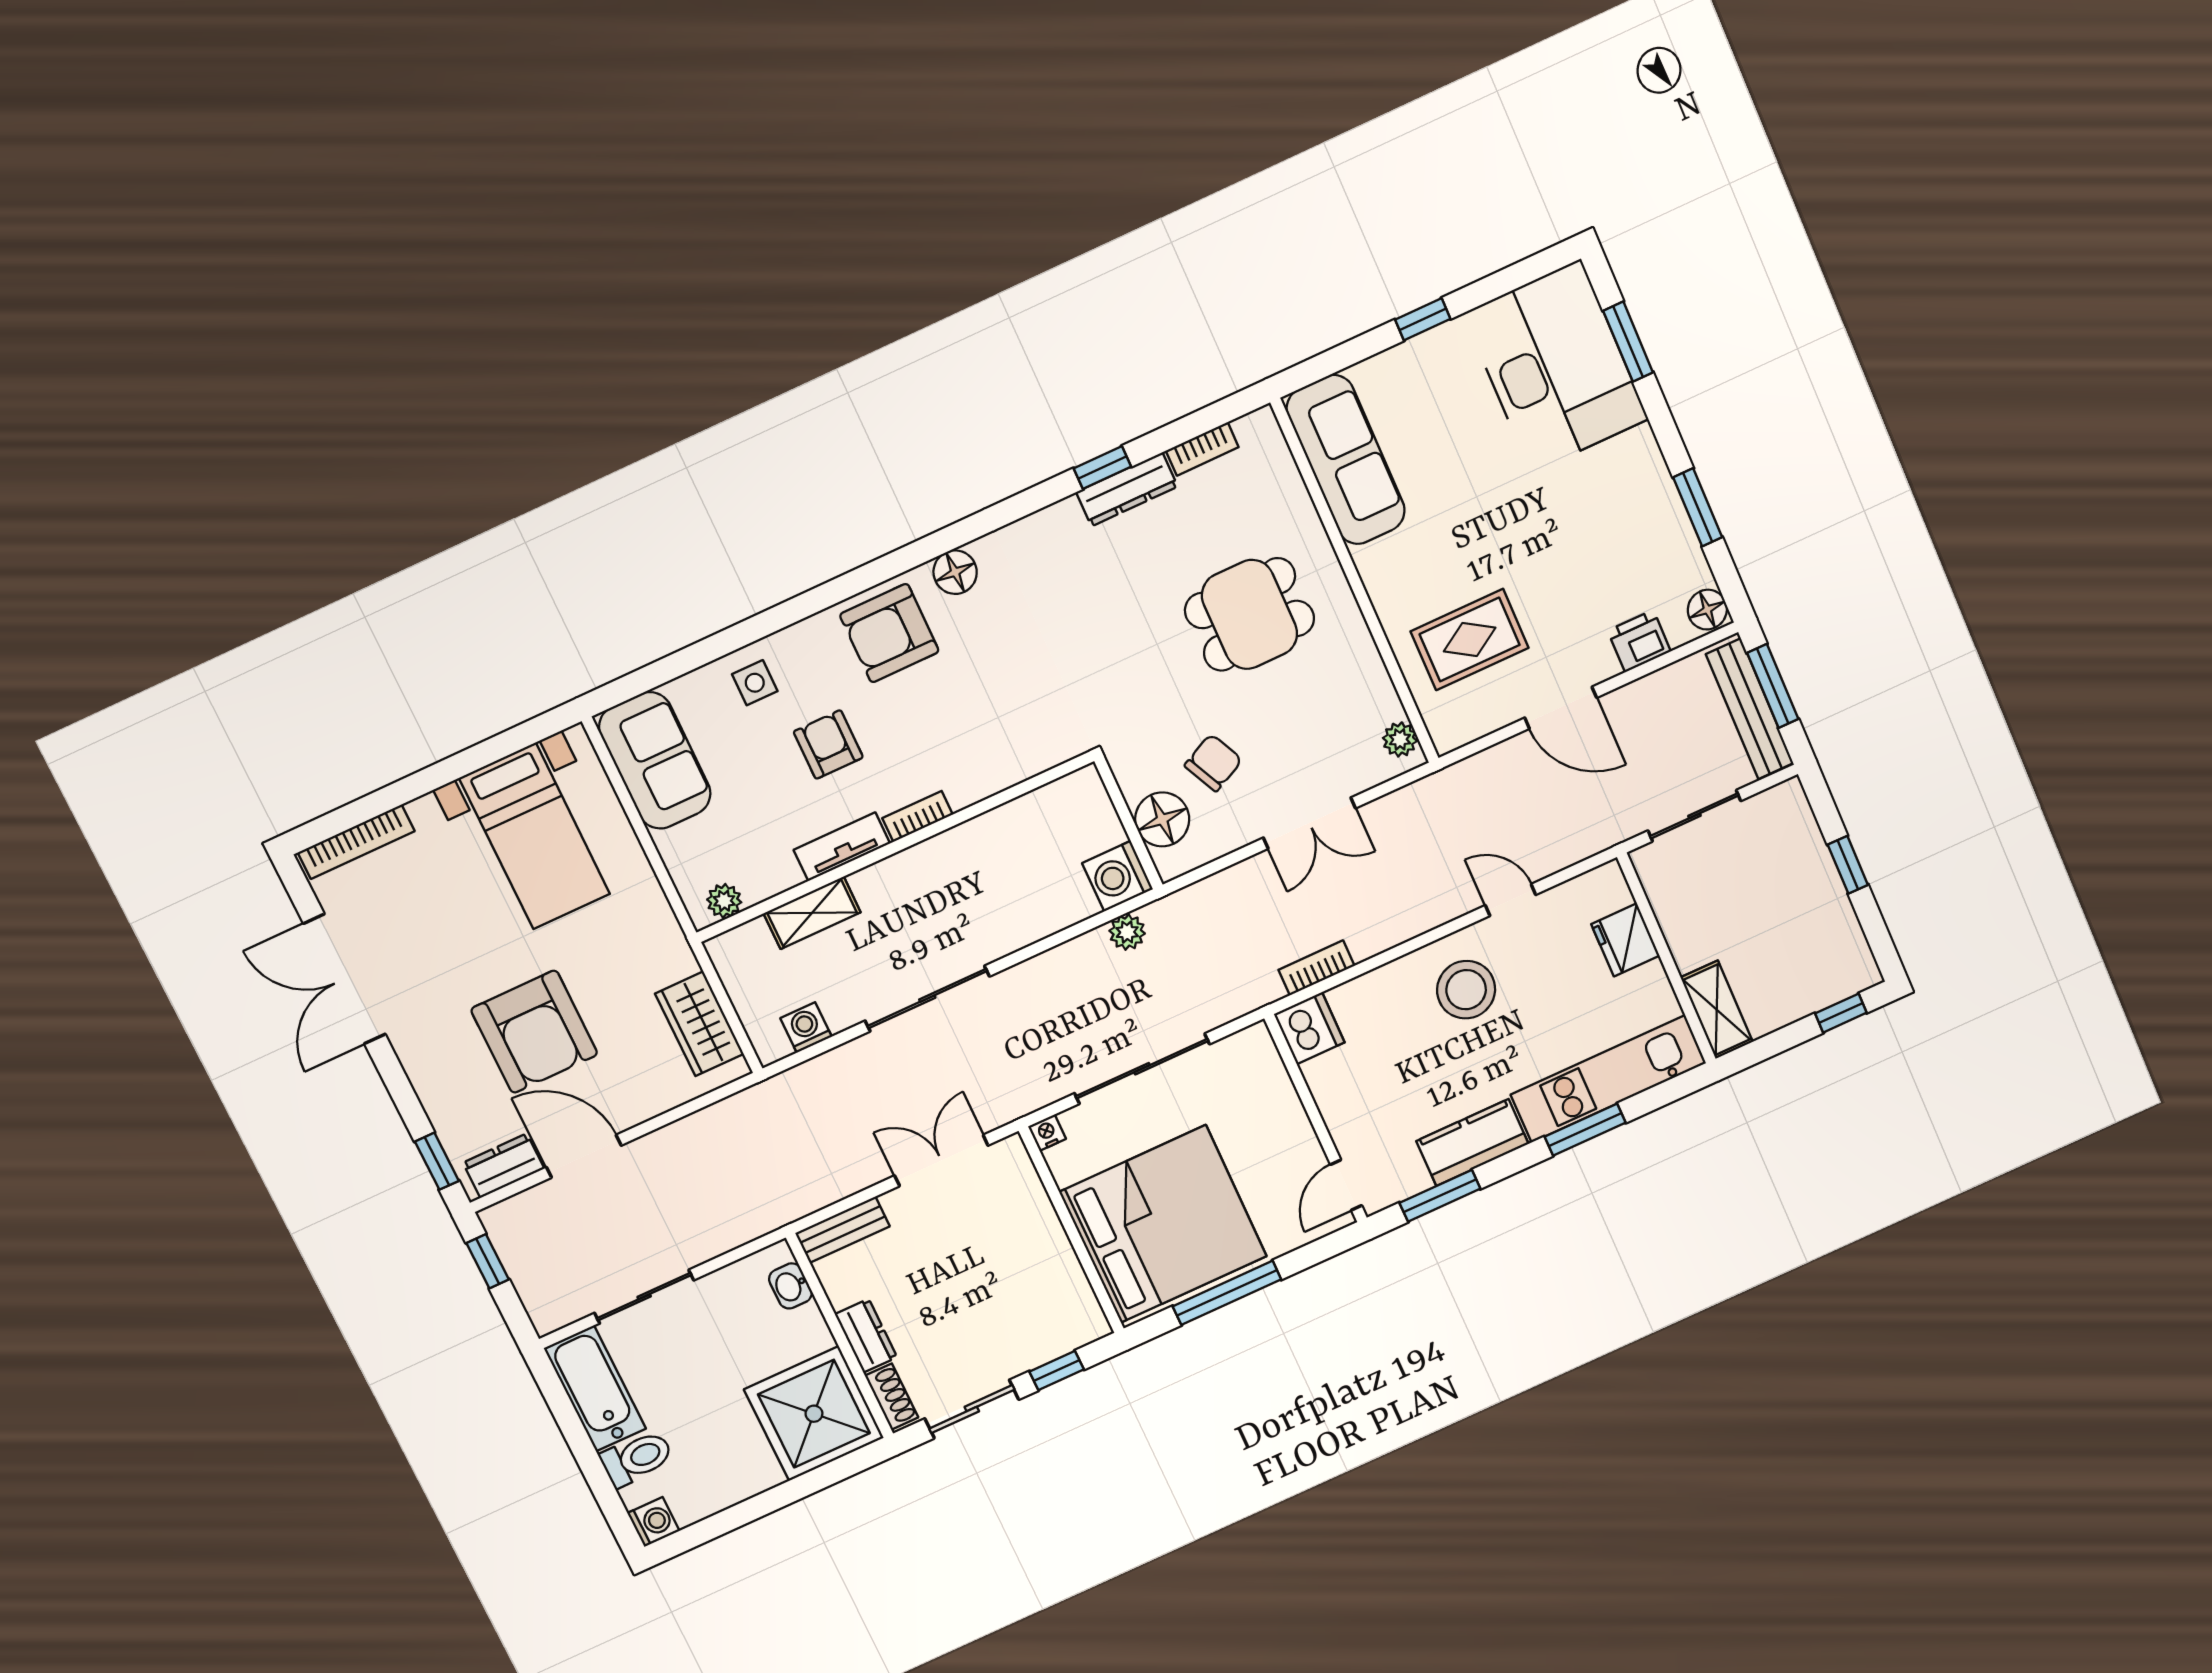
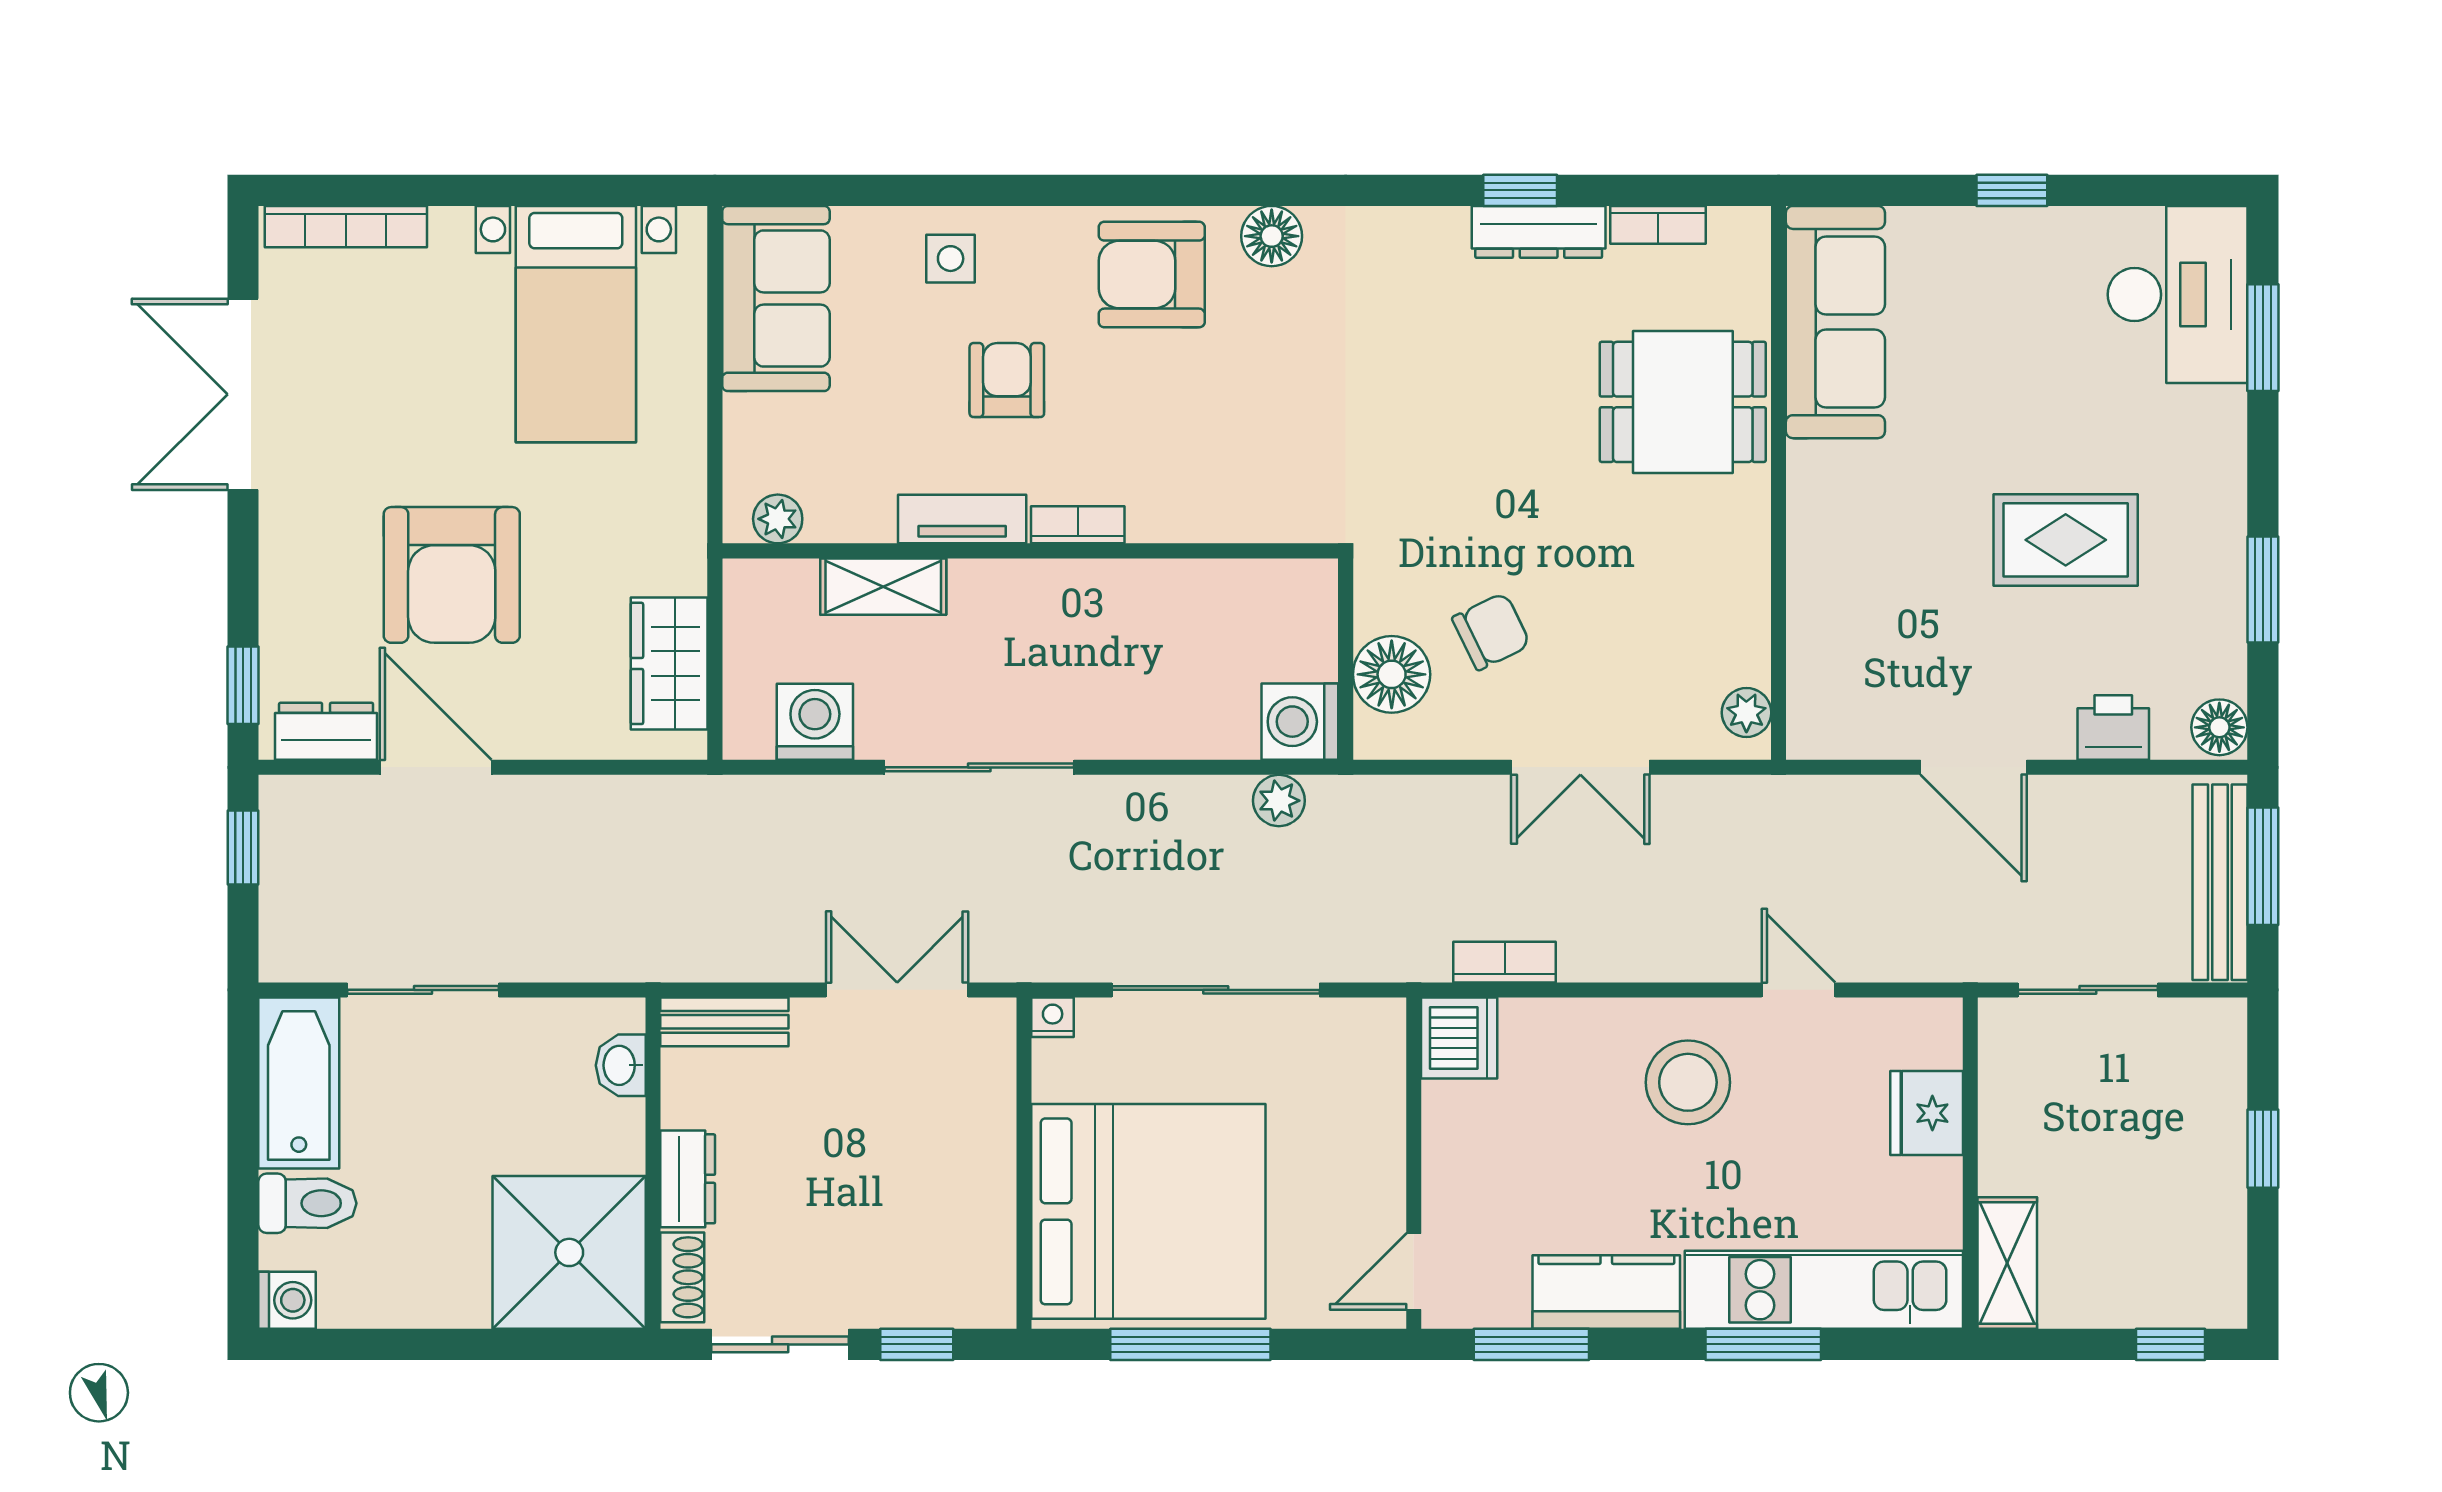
desk: (1556, 366) -> (2178, 295), width x0.73, depth x0.77
dining table: (1249, 614) -> (1683, 402), moved
rug: (1470, 640) -> (2066, 540), moved
washing machine: (806, 1027) -> (815, 722), width x1.38, depth x1.38

